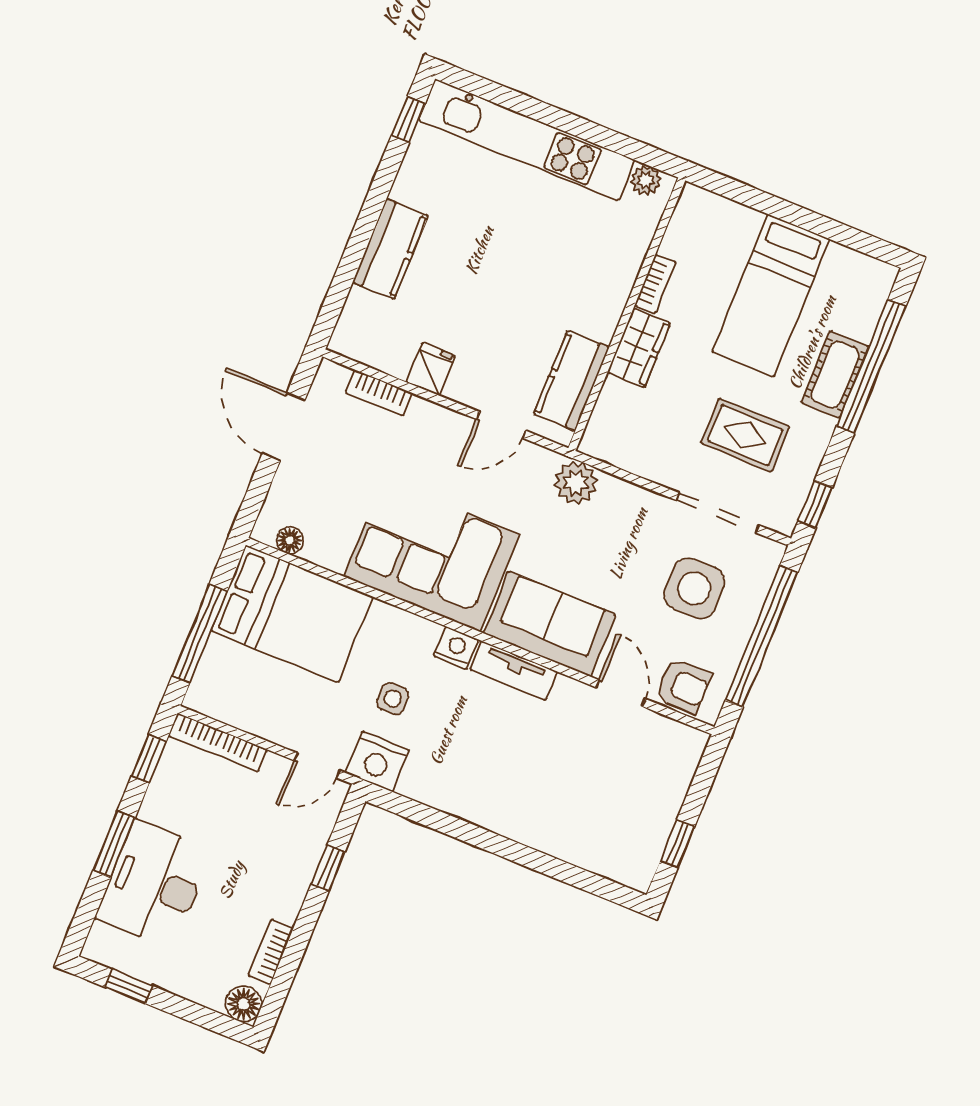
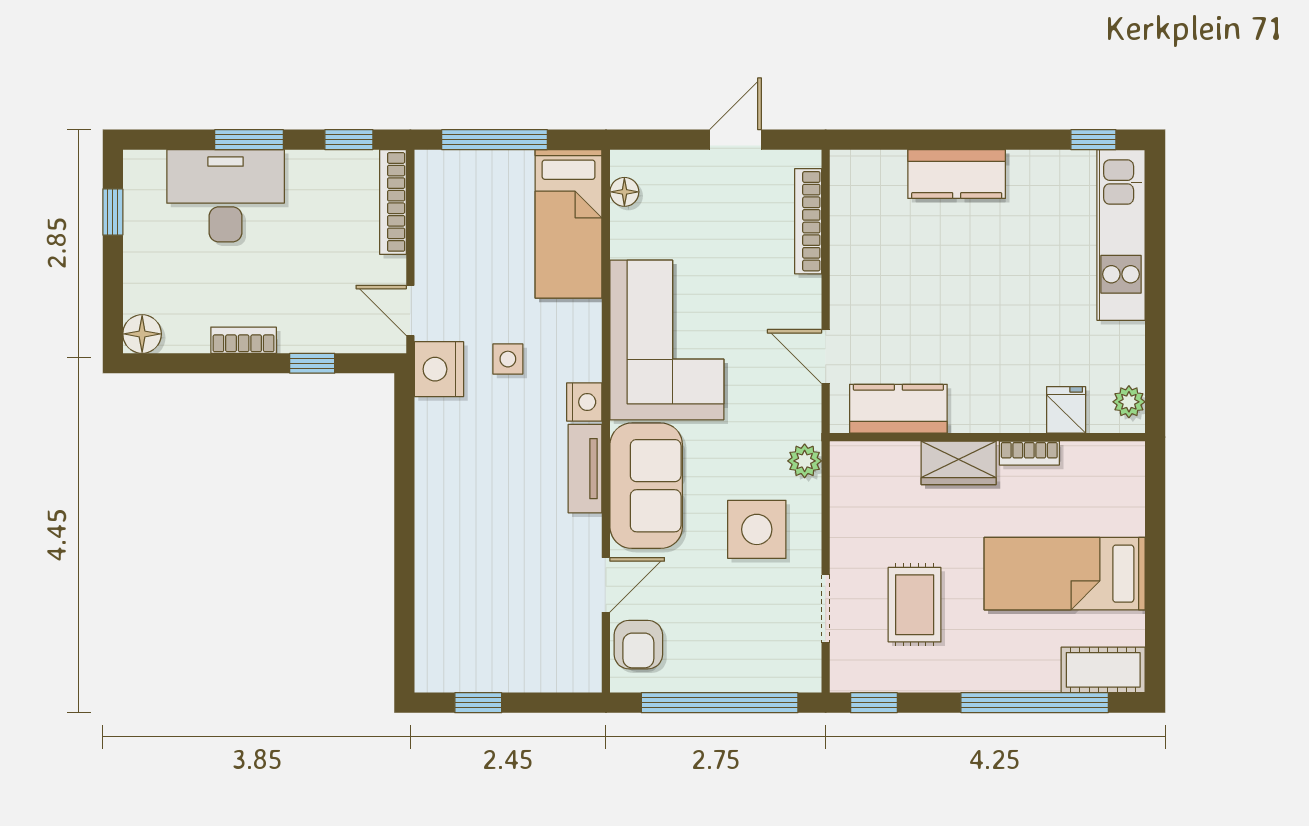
kitchen unit: (526, 140) -> (1121, 235), width x0.73
fridge: (431, 369) -> (1066, 410), moved, turned -90
cot: (835, 375) -> (1103, 670), moved
bookcase: (379, 393) -> (808, 221), width x1.56
door: (284, 427) -> (735, 140), width x0.73
plant: (576, 483) -> (805, 461), width x0.73, depth x0.73
doorway: (718, 513) -> (826, 609), width x0.73
side table: (694, 588) -> (757, 529), moved
bed: (292, 614) -> (569, 224), width x0.67
bookcase: (271, 952) -> (244, 340), moved

